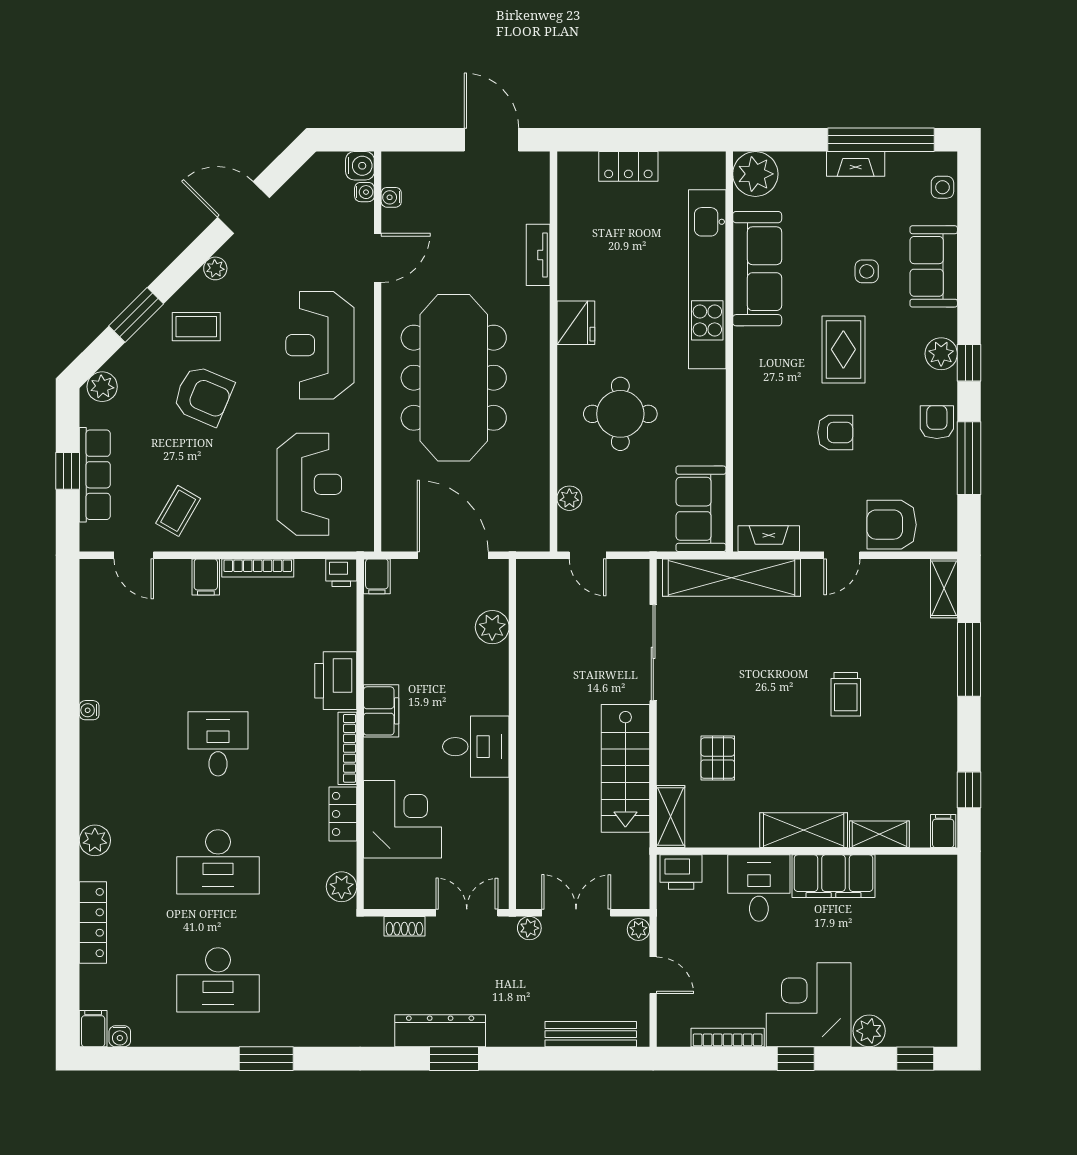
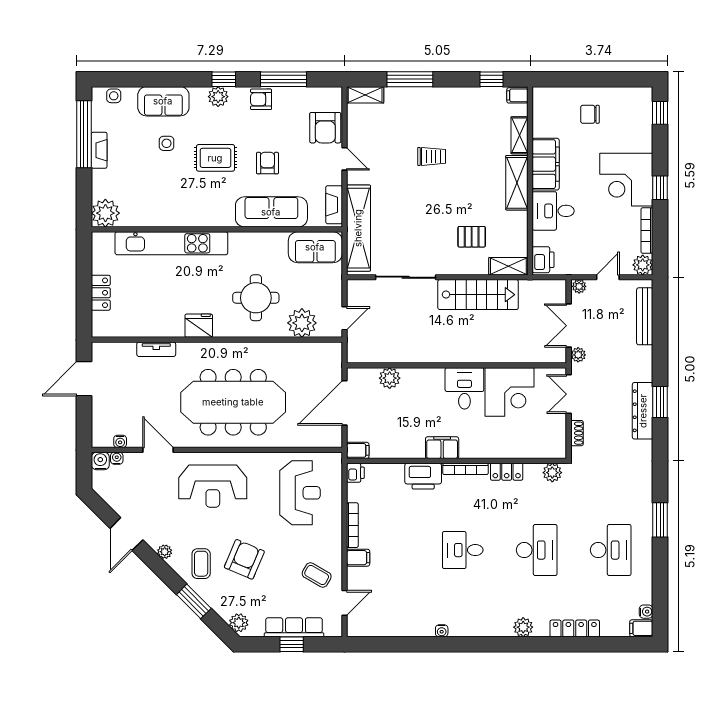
sofa: (757, 269) -> (271, 212), moved
reception desk: (309, 484) -> (300, 493), turned 90
plant: (569, 498) -> (302, 323), width x1.88, depth x1.88
corner desk: (402, 819) -> (510, 392), moved, turned 180
chair: (913, 947) -> (590, 114), added
plant: (869, 1031) -> (643, 265), moved

